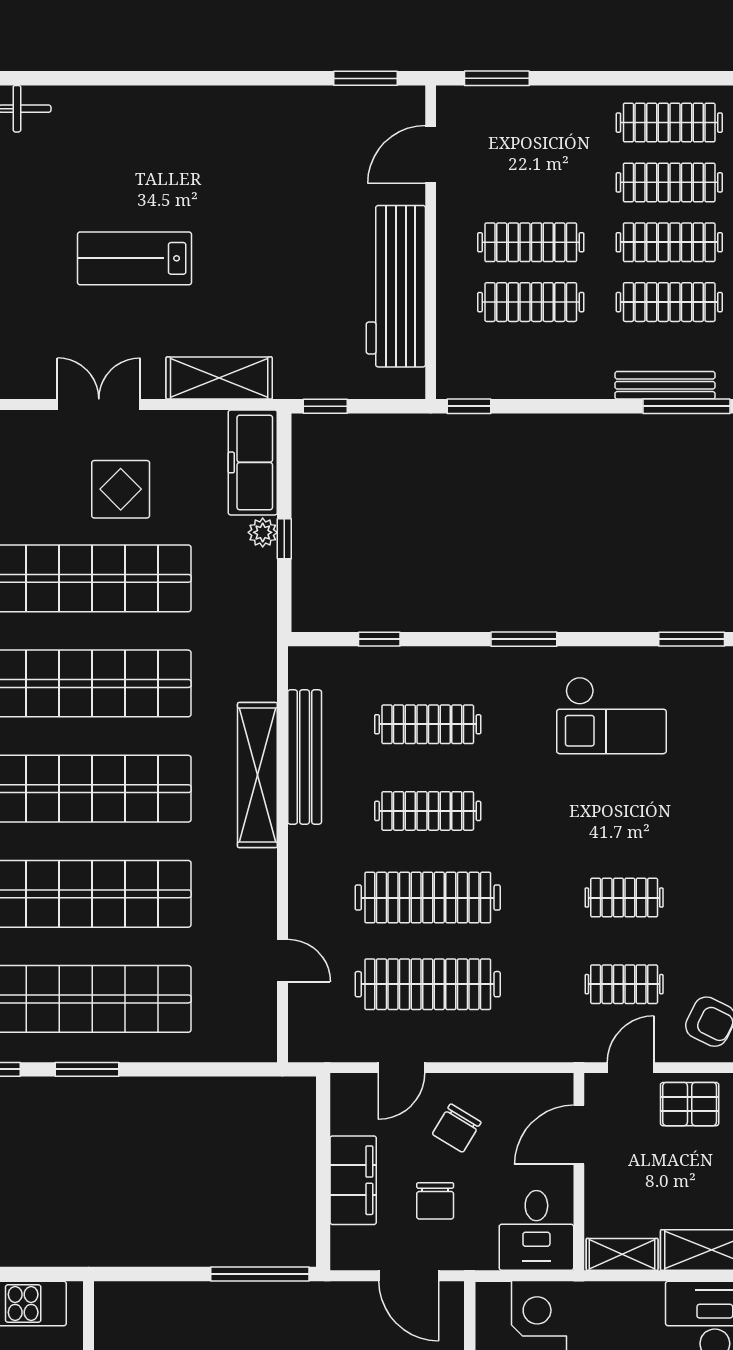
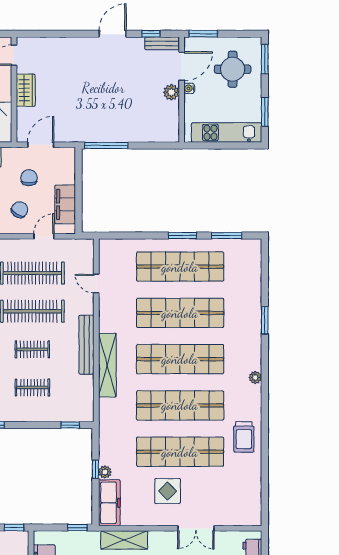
double door: (99, 405) -> (196, 528), moved
window: (379, 639) -> (70, 425), moved
clothes rail: (428, 724) -> (32, 388), width x0.73
bench: (305, 757) -> (87, 345), moved
clothes rail: (428, 811) -> (32, 349), width x0.73
filing cabinet: (353, 1180) -> (65, 204), moved
door: (409, 1276) -> (41, 145), hinge flipped

